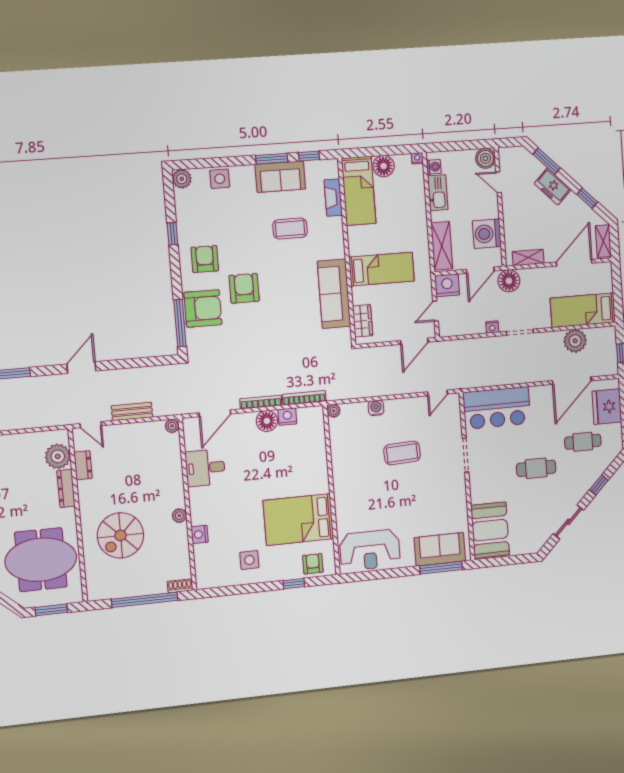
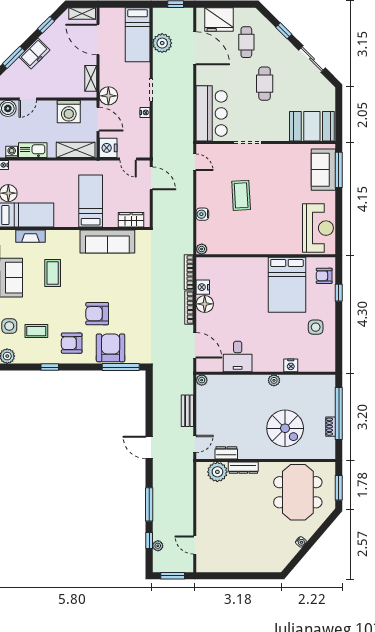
coffee table: (216, 213) -> (36, 331), added
shoe rack: (180, 586) -> (331, 427), moved

